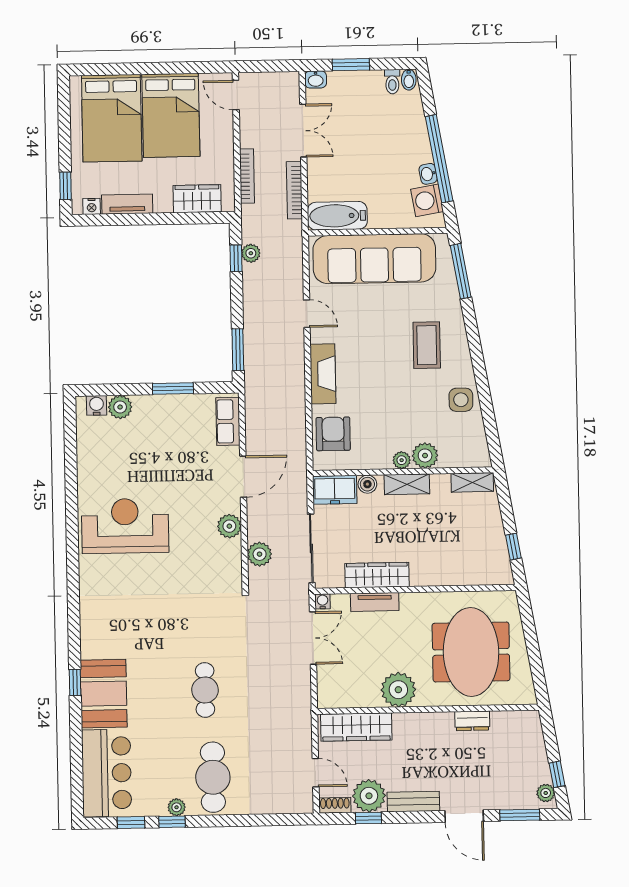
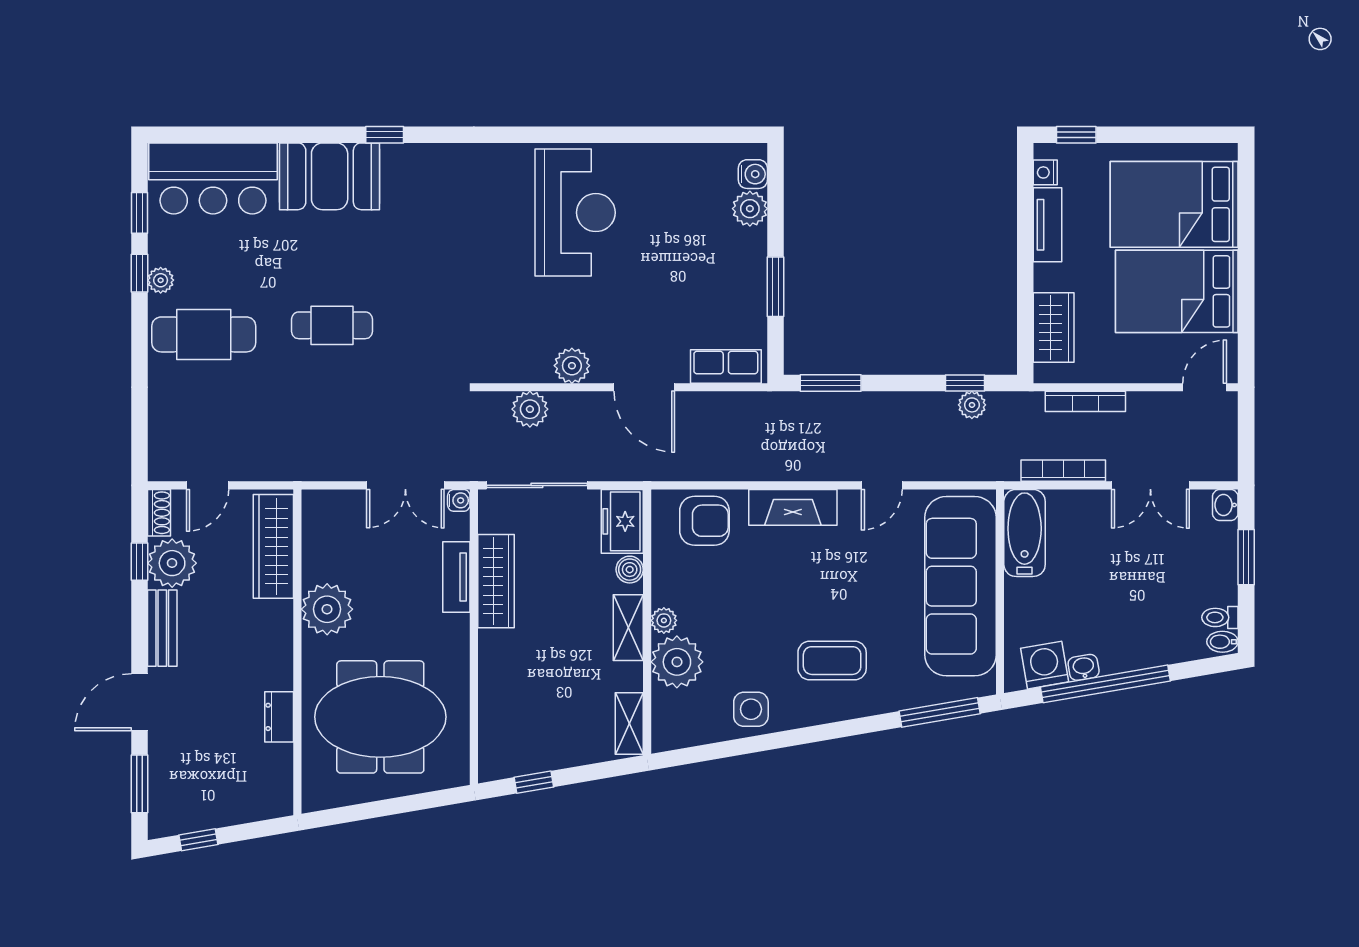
plant: (425, 456) -> (677, 662), width x1.36, depth x1.36
window: (75, 682) -> (385, 135), moved
plant: (546, 793) -> (171, 823), removed

